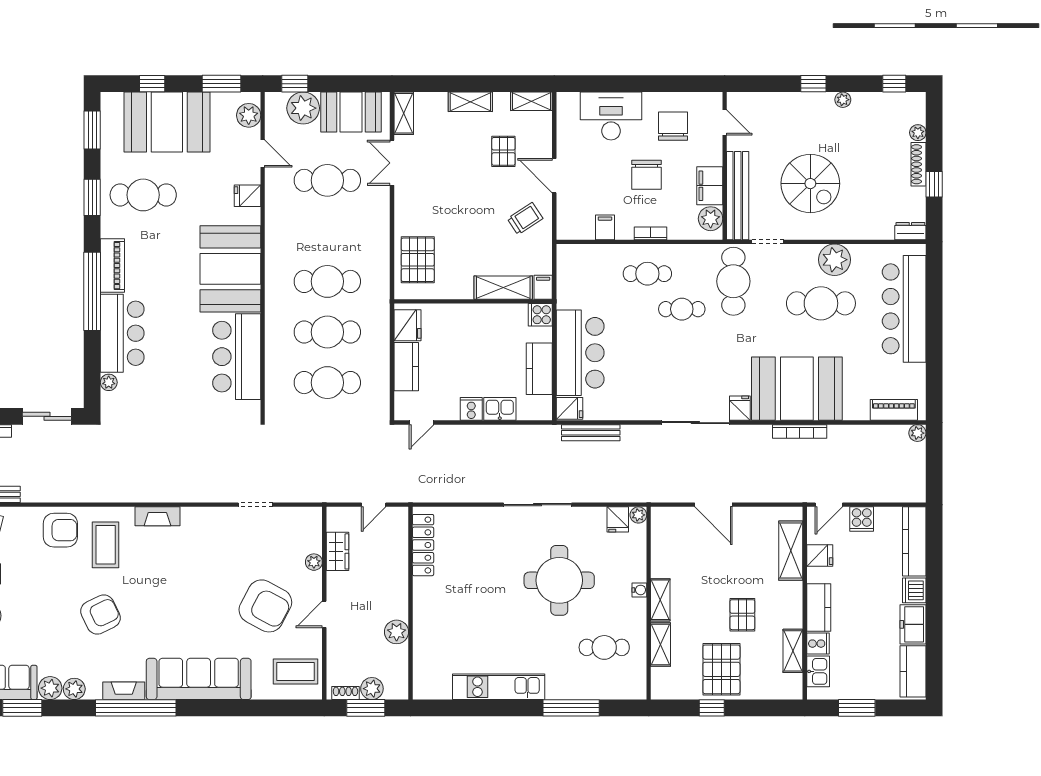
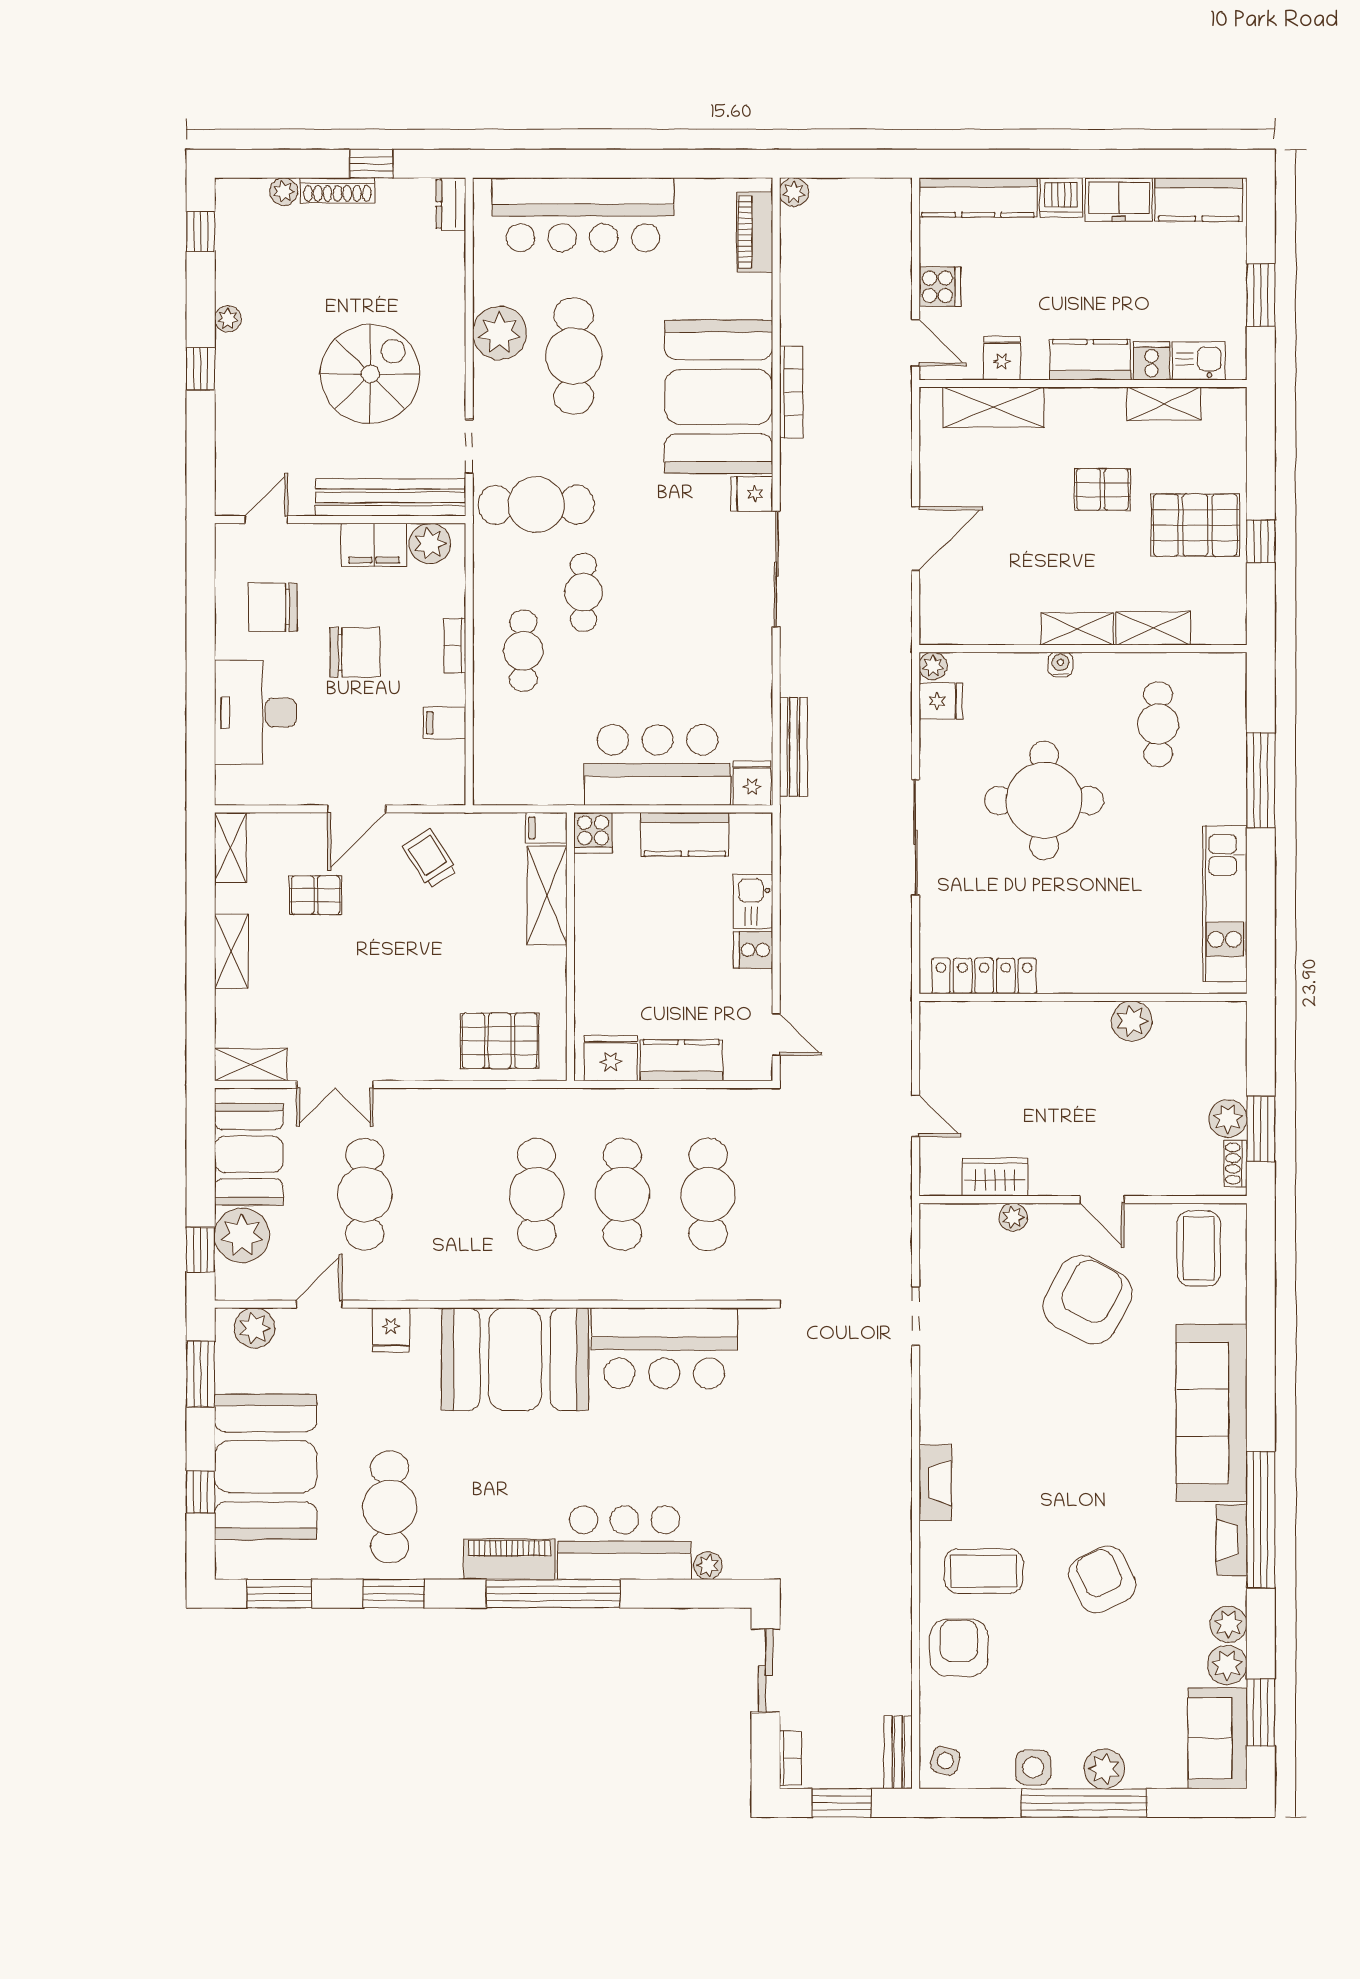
locker: (423, 545) -> (984, 976), moved
wall: (410, 603) -> (1083, 997), moved
plant: (397, 632) -> (1132, 1021), moved

